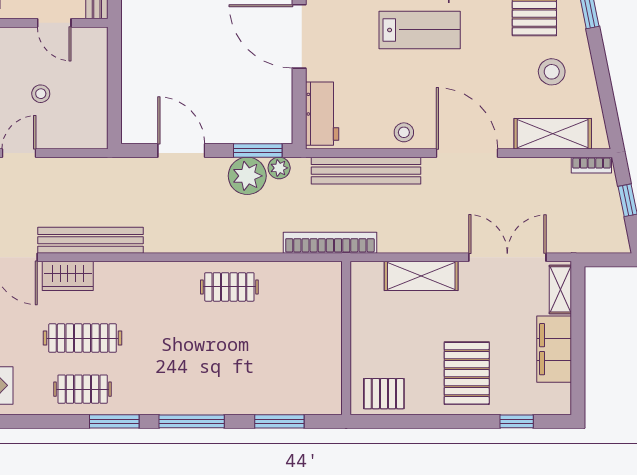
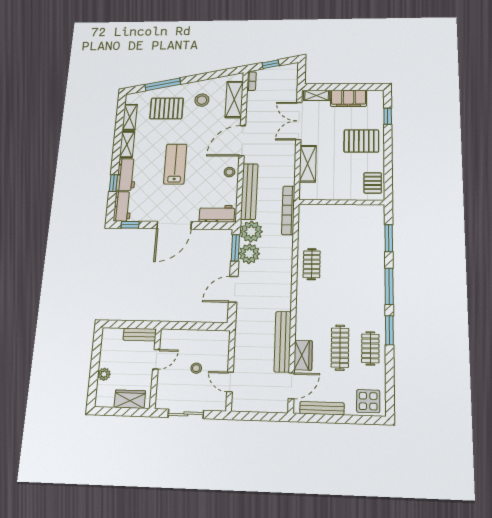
plant: (279, 168) -> (251, 232), width x1.88, depth x1.88

